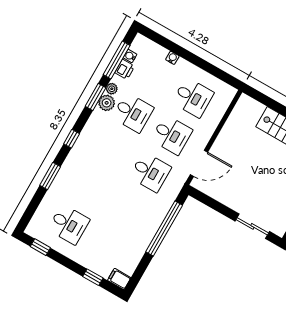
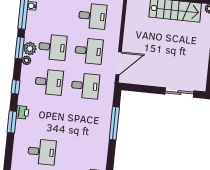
printer: (125, 69) -> (22, 112), moved
plant: (112, 89) -> (27, 60), moved
desk: (111, 150) -> (49, 82), added
window: (164, 229) -> (114, 123), width x0.68

